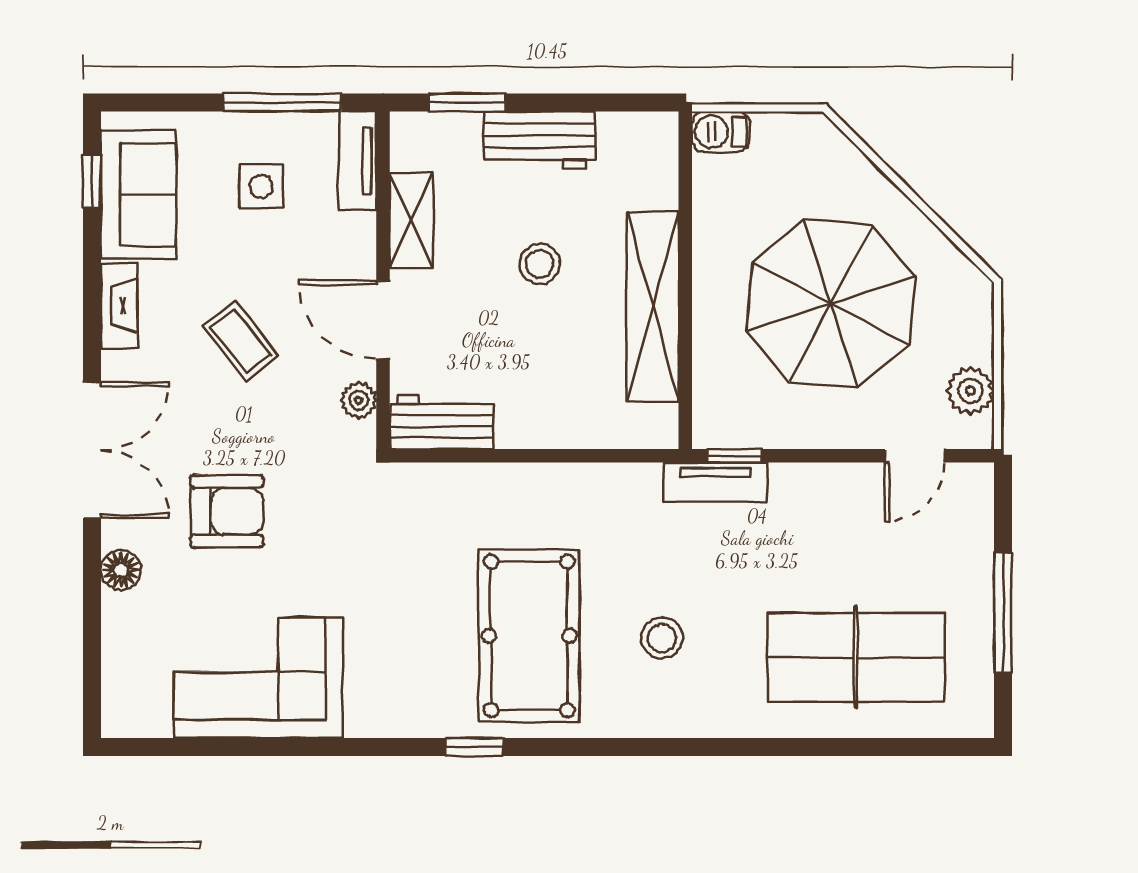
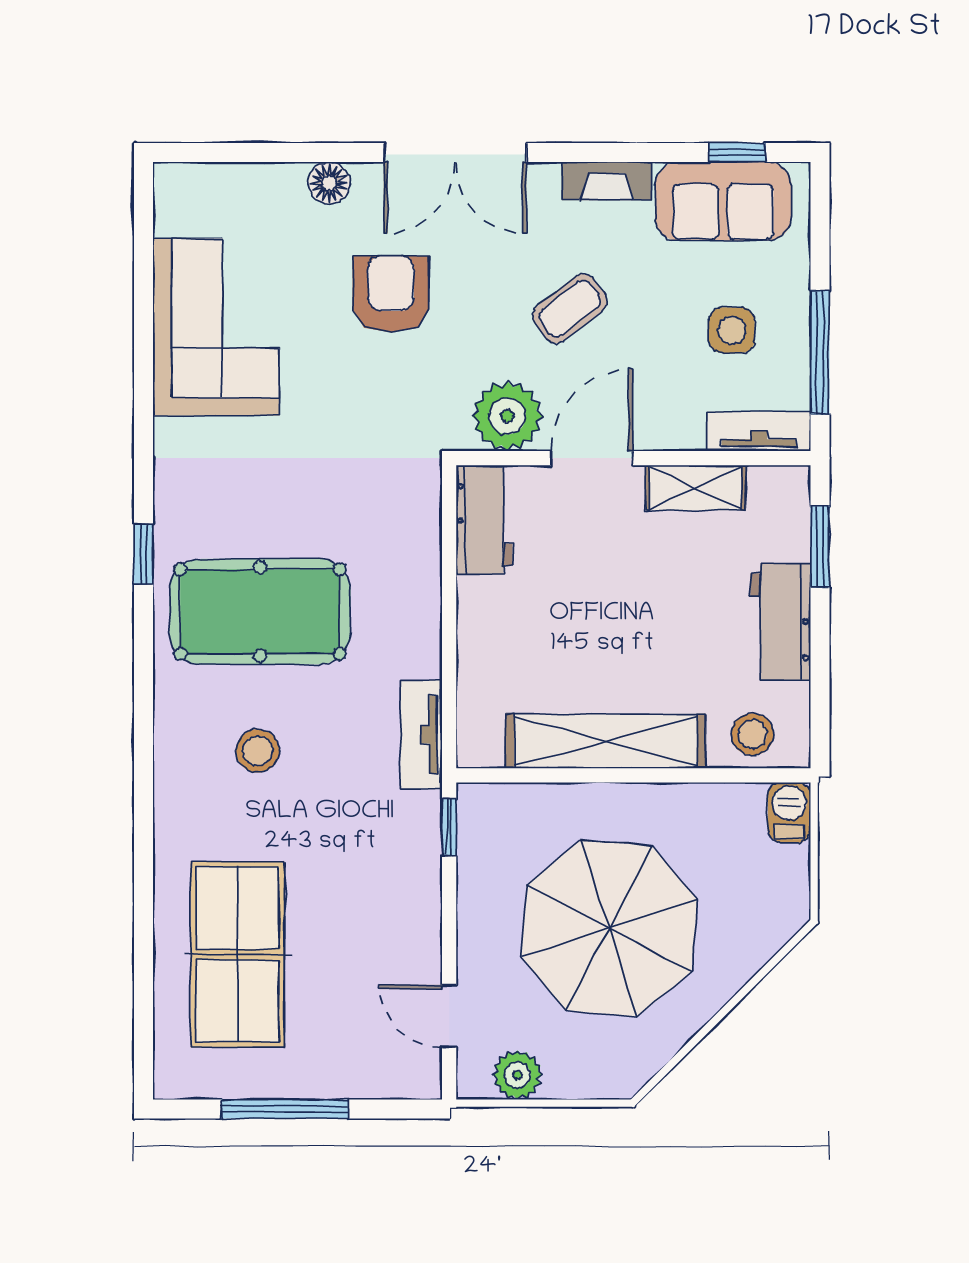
stool: (540, 264) -> (752, 734), moved
plant: (359, 400) -> (507, 416), width x1.88, depth x1.88
tv unit: (715, 482) -> (421, 735), moved
armchair: (227, 511) -> (391, 294), turned 180

